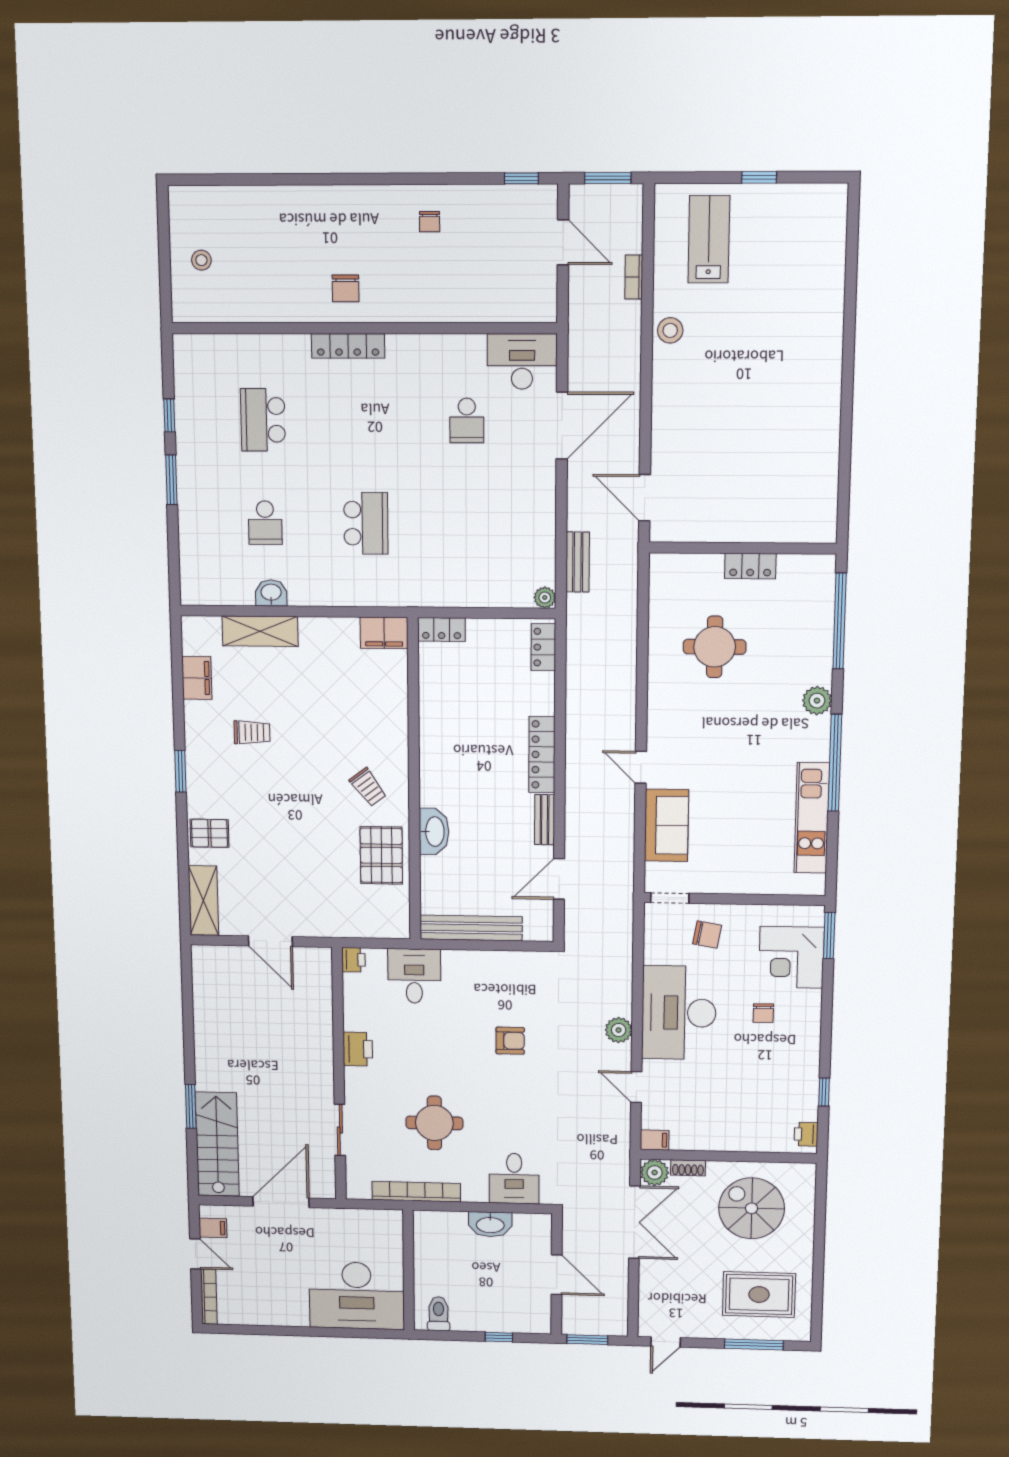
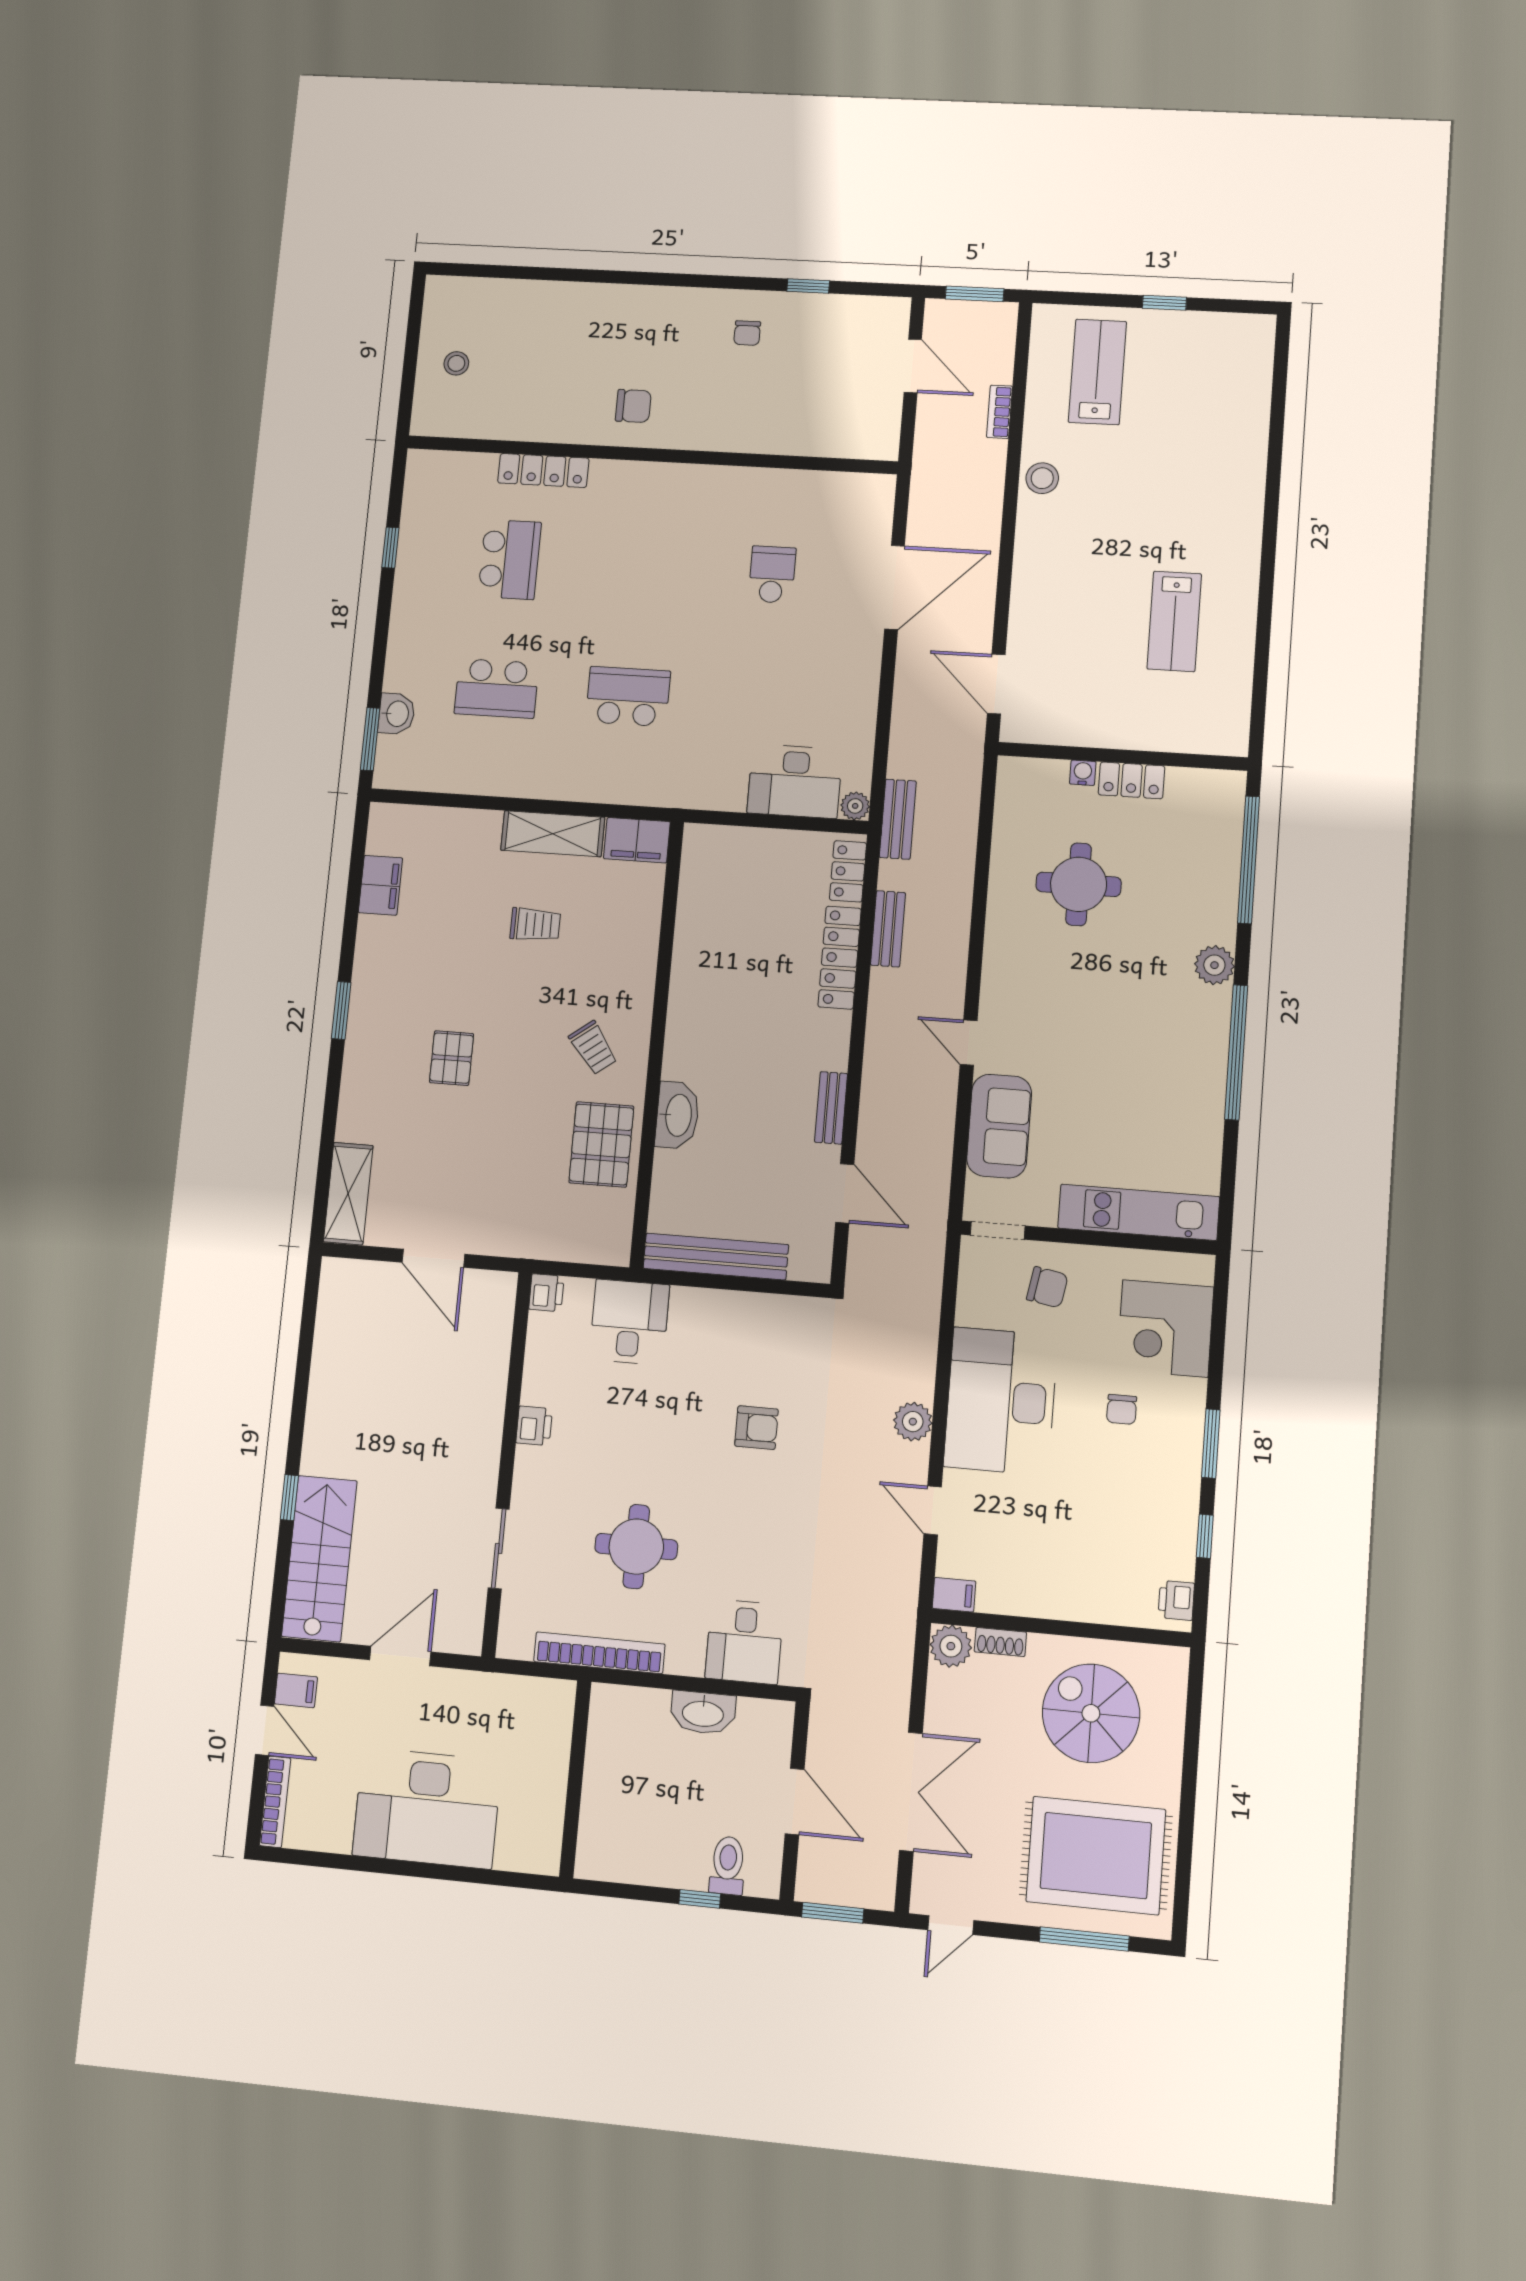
window: (521, 178) -> (808, 286), moved
chair: (346, 288) -> (633, 406), turned -90
locker: (348, 346) -> (543, 471), moved
desk: (522, 361) -> (795, 781), moved, turned 180
school desk: (263, 420) -> (510, 559), turned 180
school desk: (467, 420) -> (772, 574), turned 180
lab bench: (777, 440) -> (1174, 621), added
window: (171, 480) -> (370, 739), moved
school desk: (265, 523) -> (497, 688), width x1.85
school desk: (366, 523) -> (628, 697), turned -90
bench: (578, 562) -> (898, 819), moved
water cooler: (714, 562) -> (1083, 773), added
washbasin: (271, 593) -> (397, 714), moved, turned 90
locker: (442, 630) -> (714, 840), removed
shelving: (260, 631) -> (553, 834), moved
bench: (576, 688) -> (888, 929), added
trolley: (252, 732) -> (535, 925), moved
locker: (542, 754) -> (840, 958), moved
kitchen unit: (812, 818) -> (1139, 1212), moved, turned 90
pallet: (210, 833) -> (452, 1058), moved, turned 90
door: (559, 879) -> (845, 1193), swing flipped
window: (829, 936) -> (1211, 1444), moved
printer: (358, 1049) -> (534, 1426), width x0.73, depth x0.81
window: (191, 1106) -> (289, 1498), width x0.67
door: (281, 1202) -> (400, 1656), width x0.73
double door: (634, 1222) -> (911, 1792), moved
rug: (759, 1294) -> (1096, 1856), width x1.37, depth x1.44
desk: (357, 1296) -> (427, 1808), moved
toilet: (438, 1314) -> (728, 1866), moved

